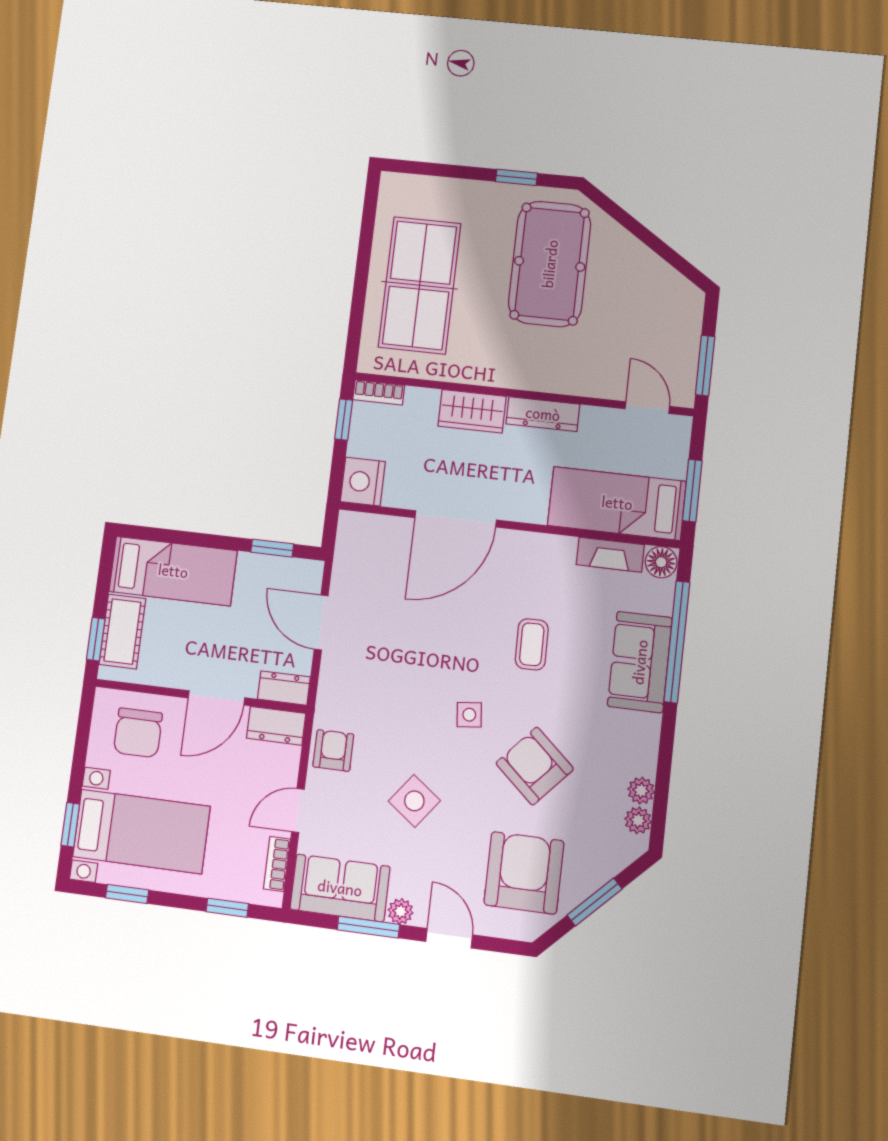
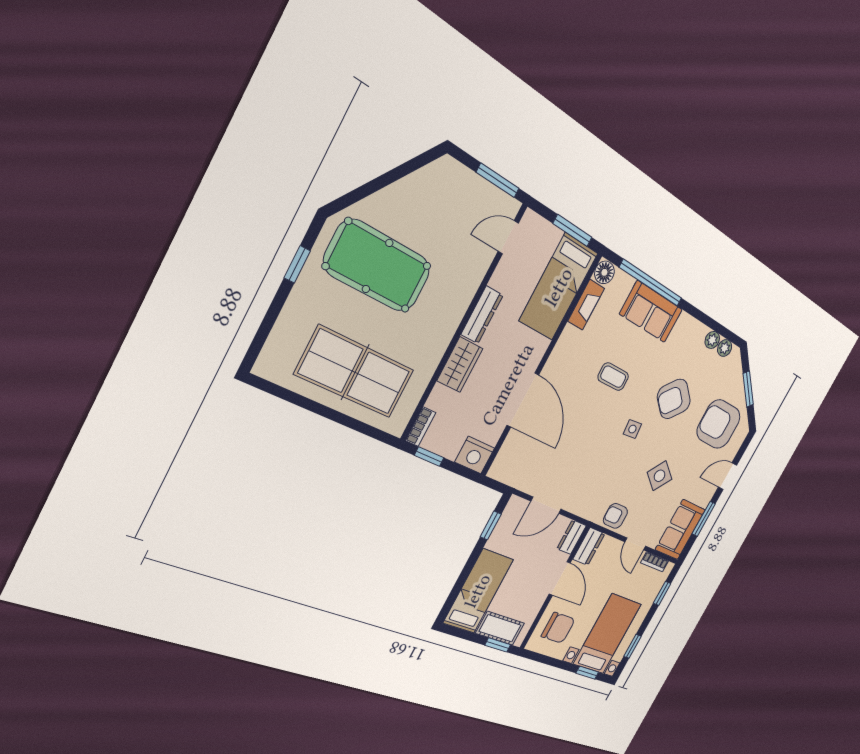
plant: (401, 911) -> (705, 499), removed

